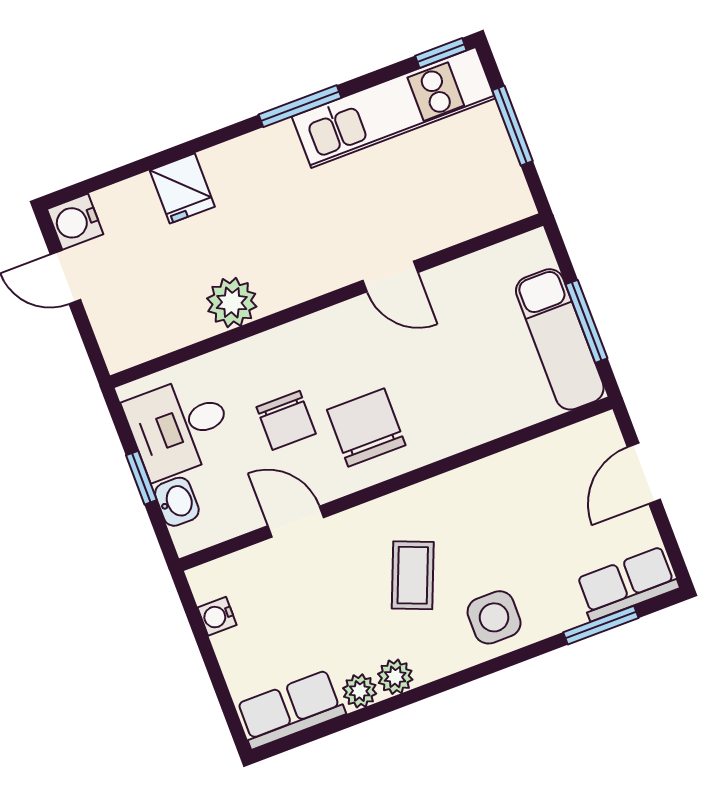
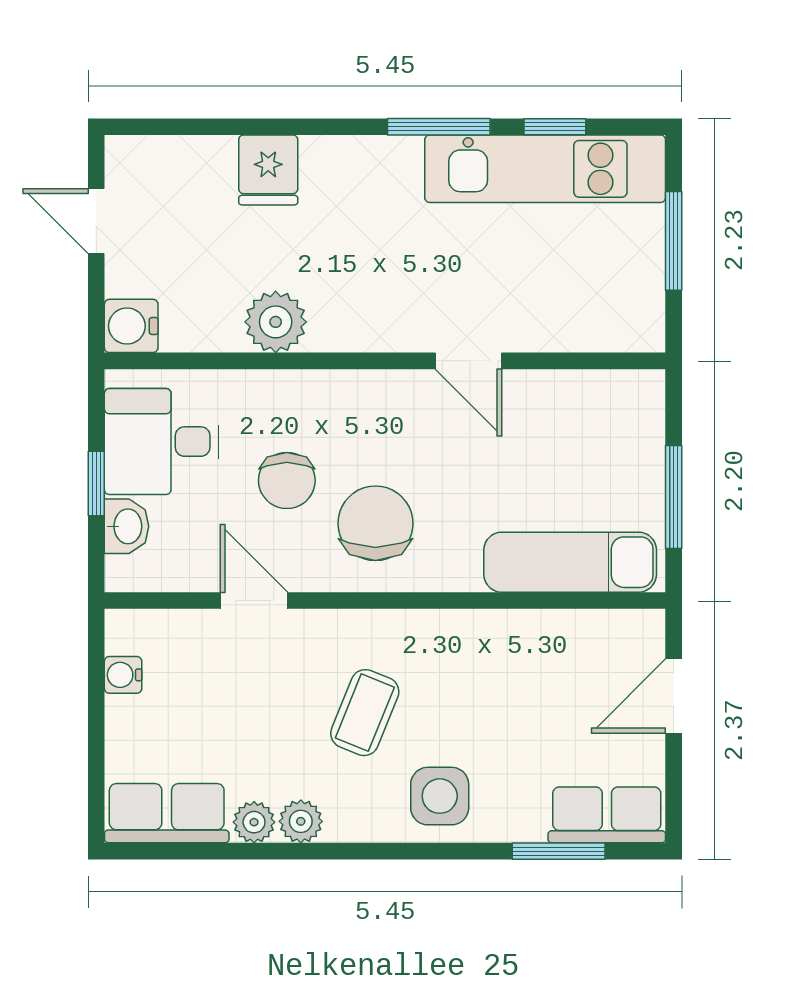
window: (441, 53) -> (555, 127), moved
water cooler: (75, 222) -> (131, 326), moved
exam couch: (560, 339) -> (570, 562), moved, turned 90

